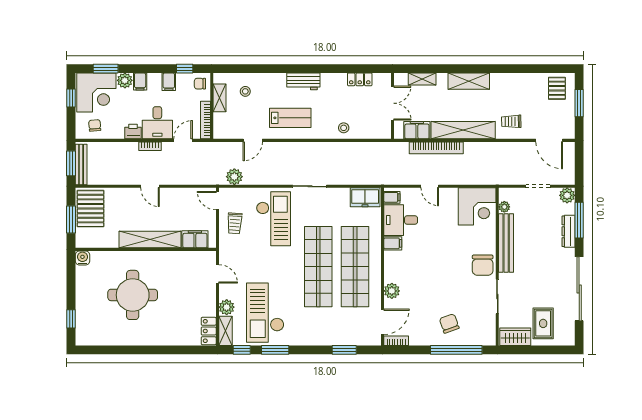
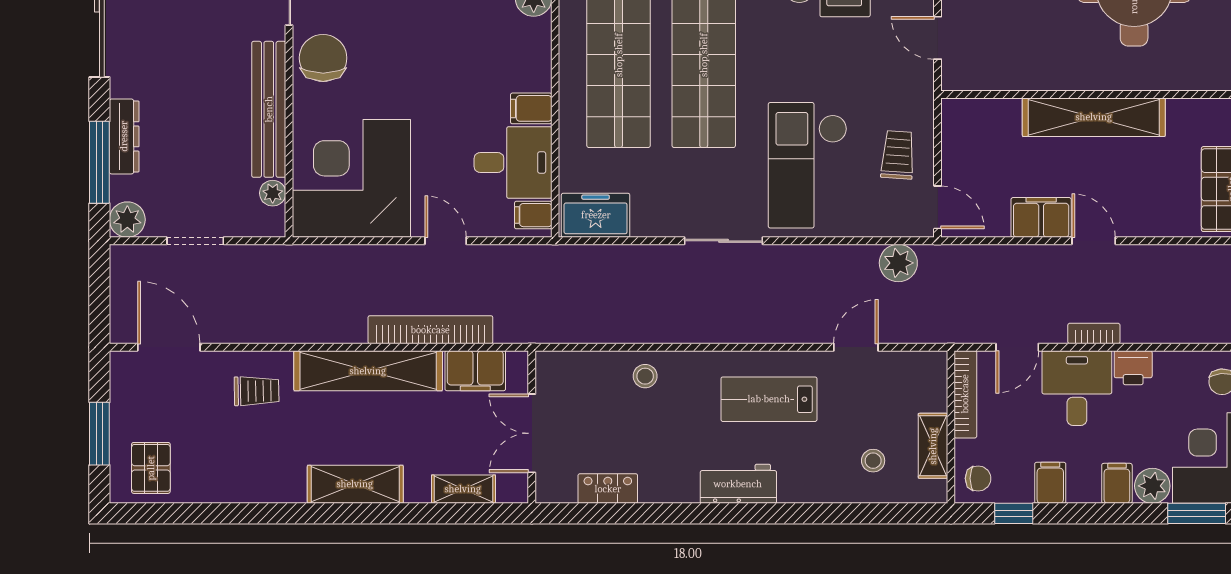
corner desk: (477, 206) -> (351, 178), width x1.36, depth x1.36
filing cabinet: (195, 239) -> (1041, 217), moved, turned 180

